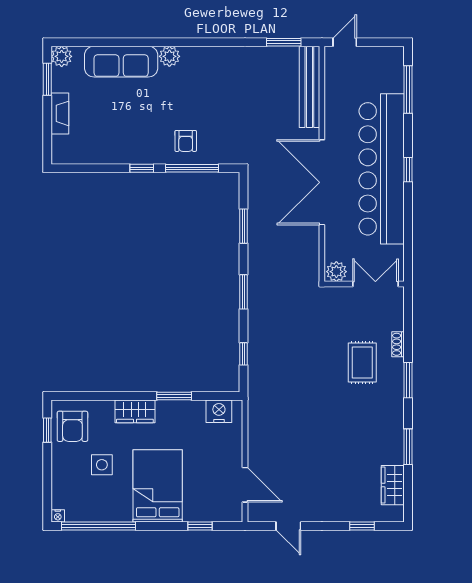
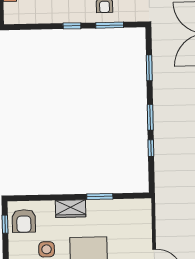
window: (192, 168) -> (110, 25), width x0.69
window: (243, 354) -> (151, 148), moved
nightstand: (219, 411) -> (134, 207), removed

